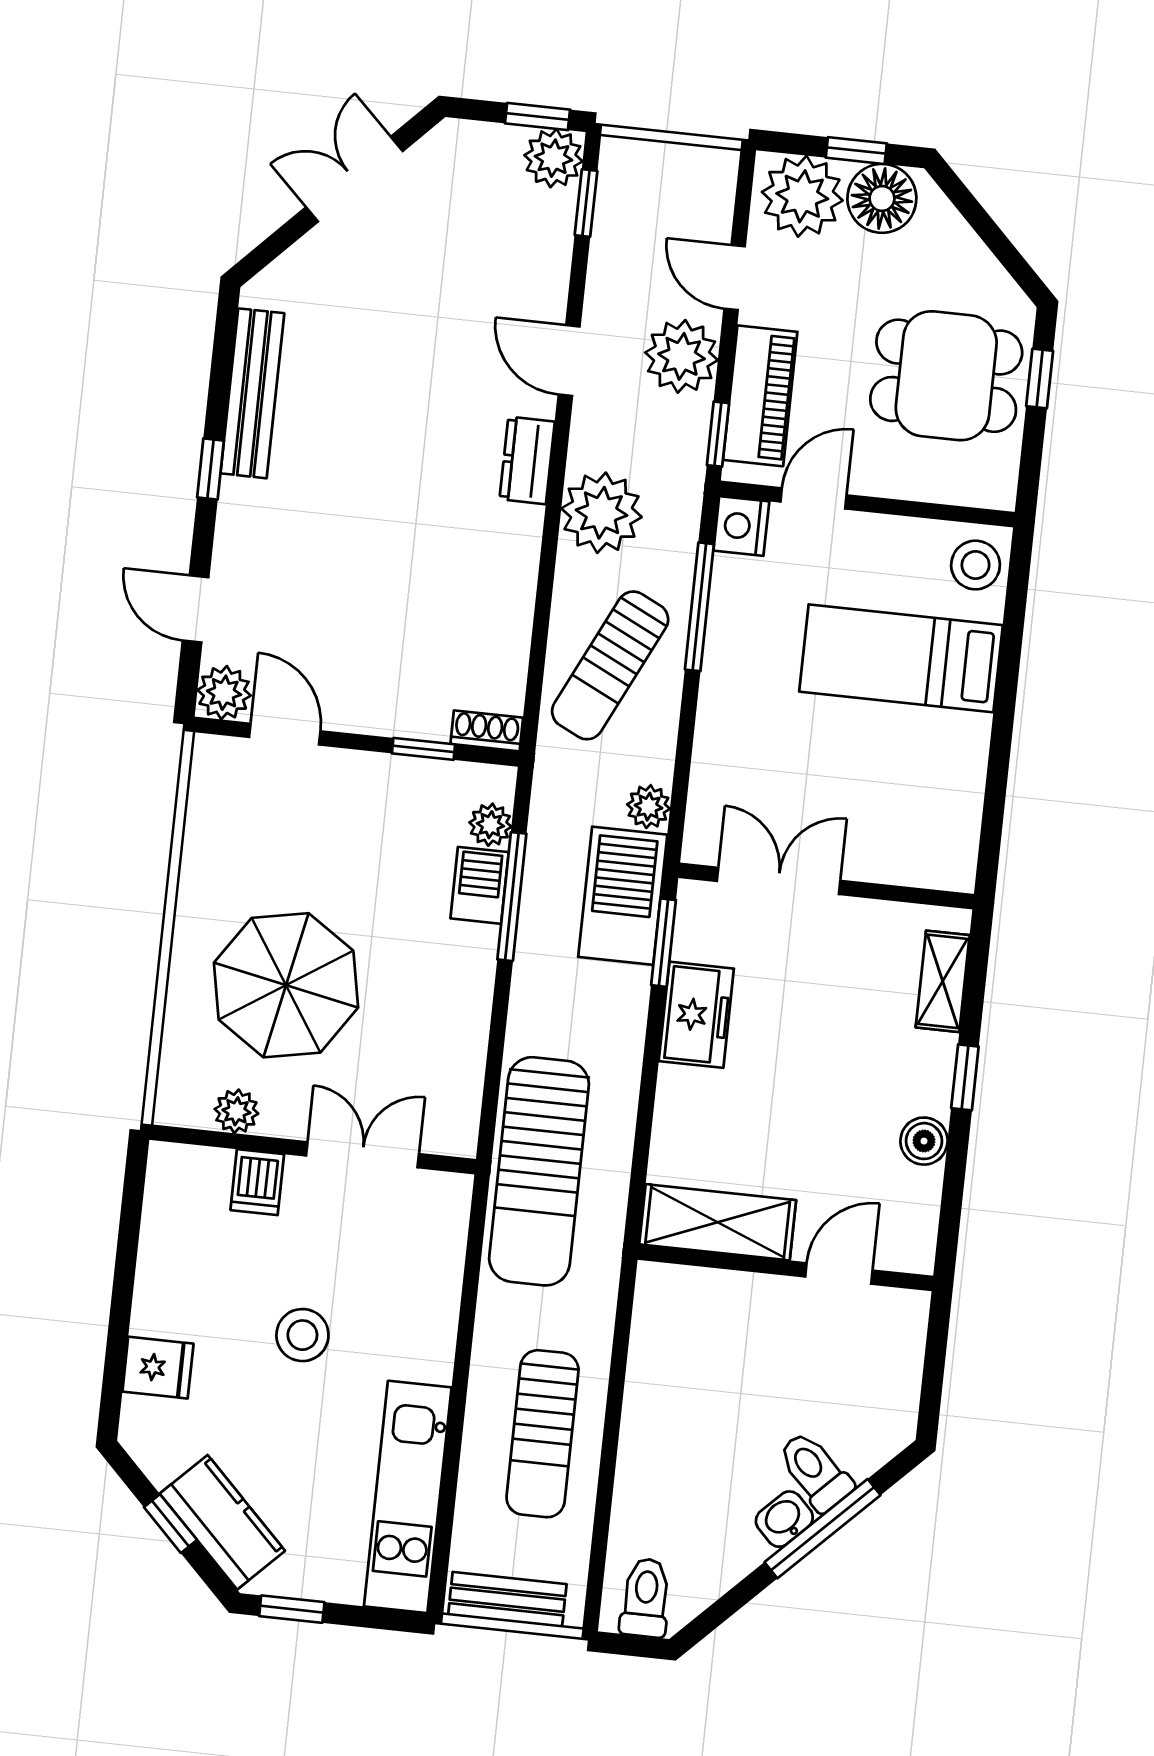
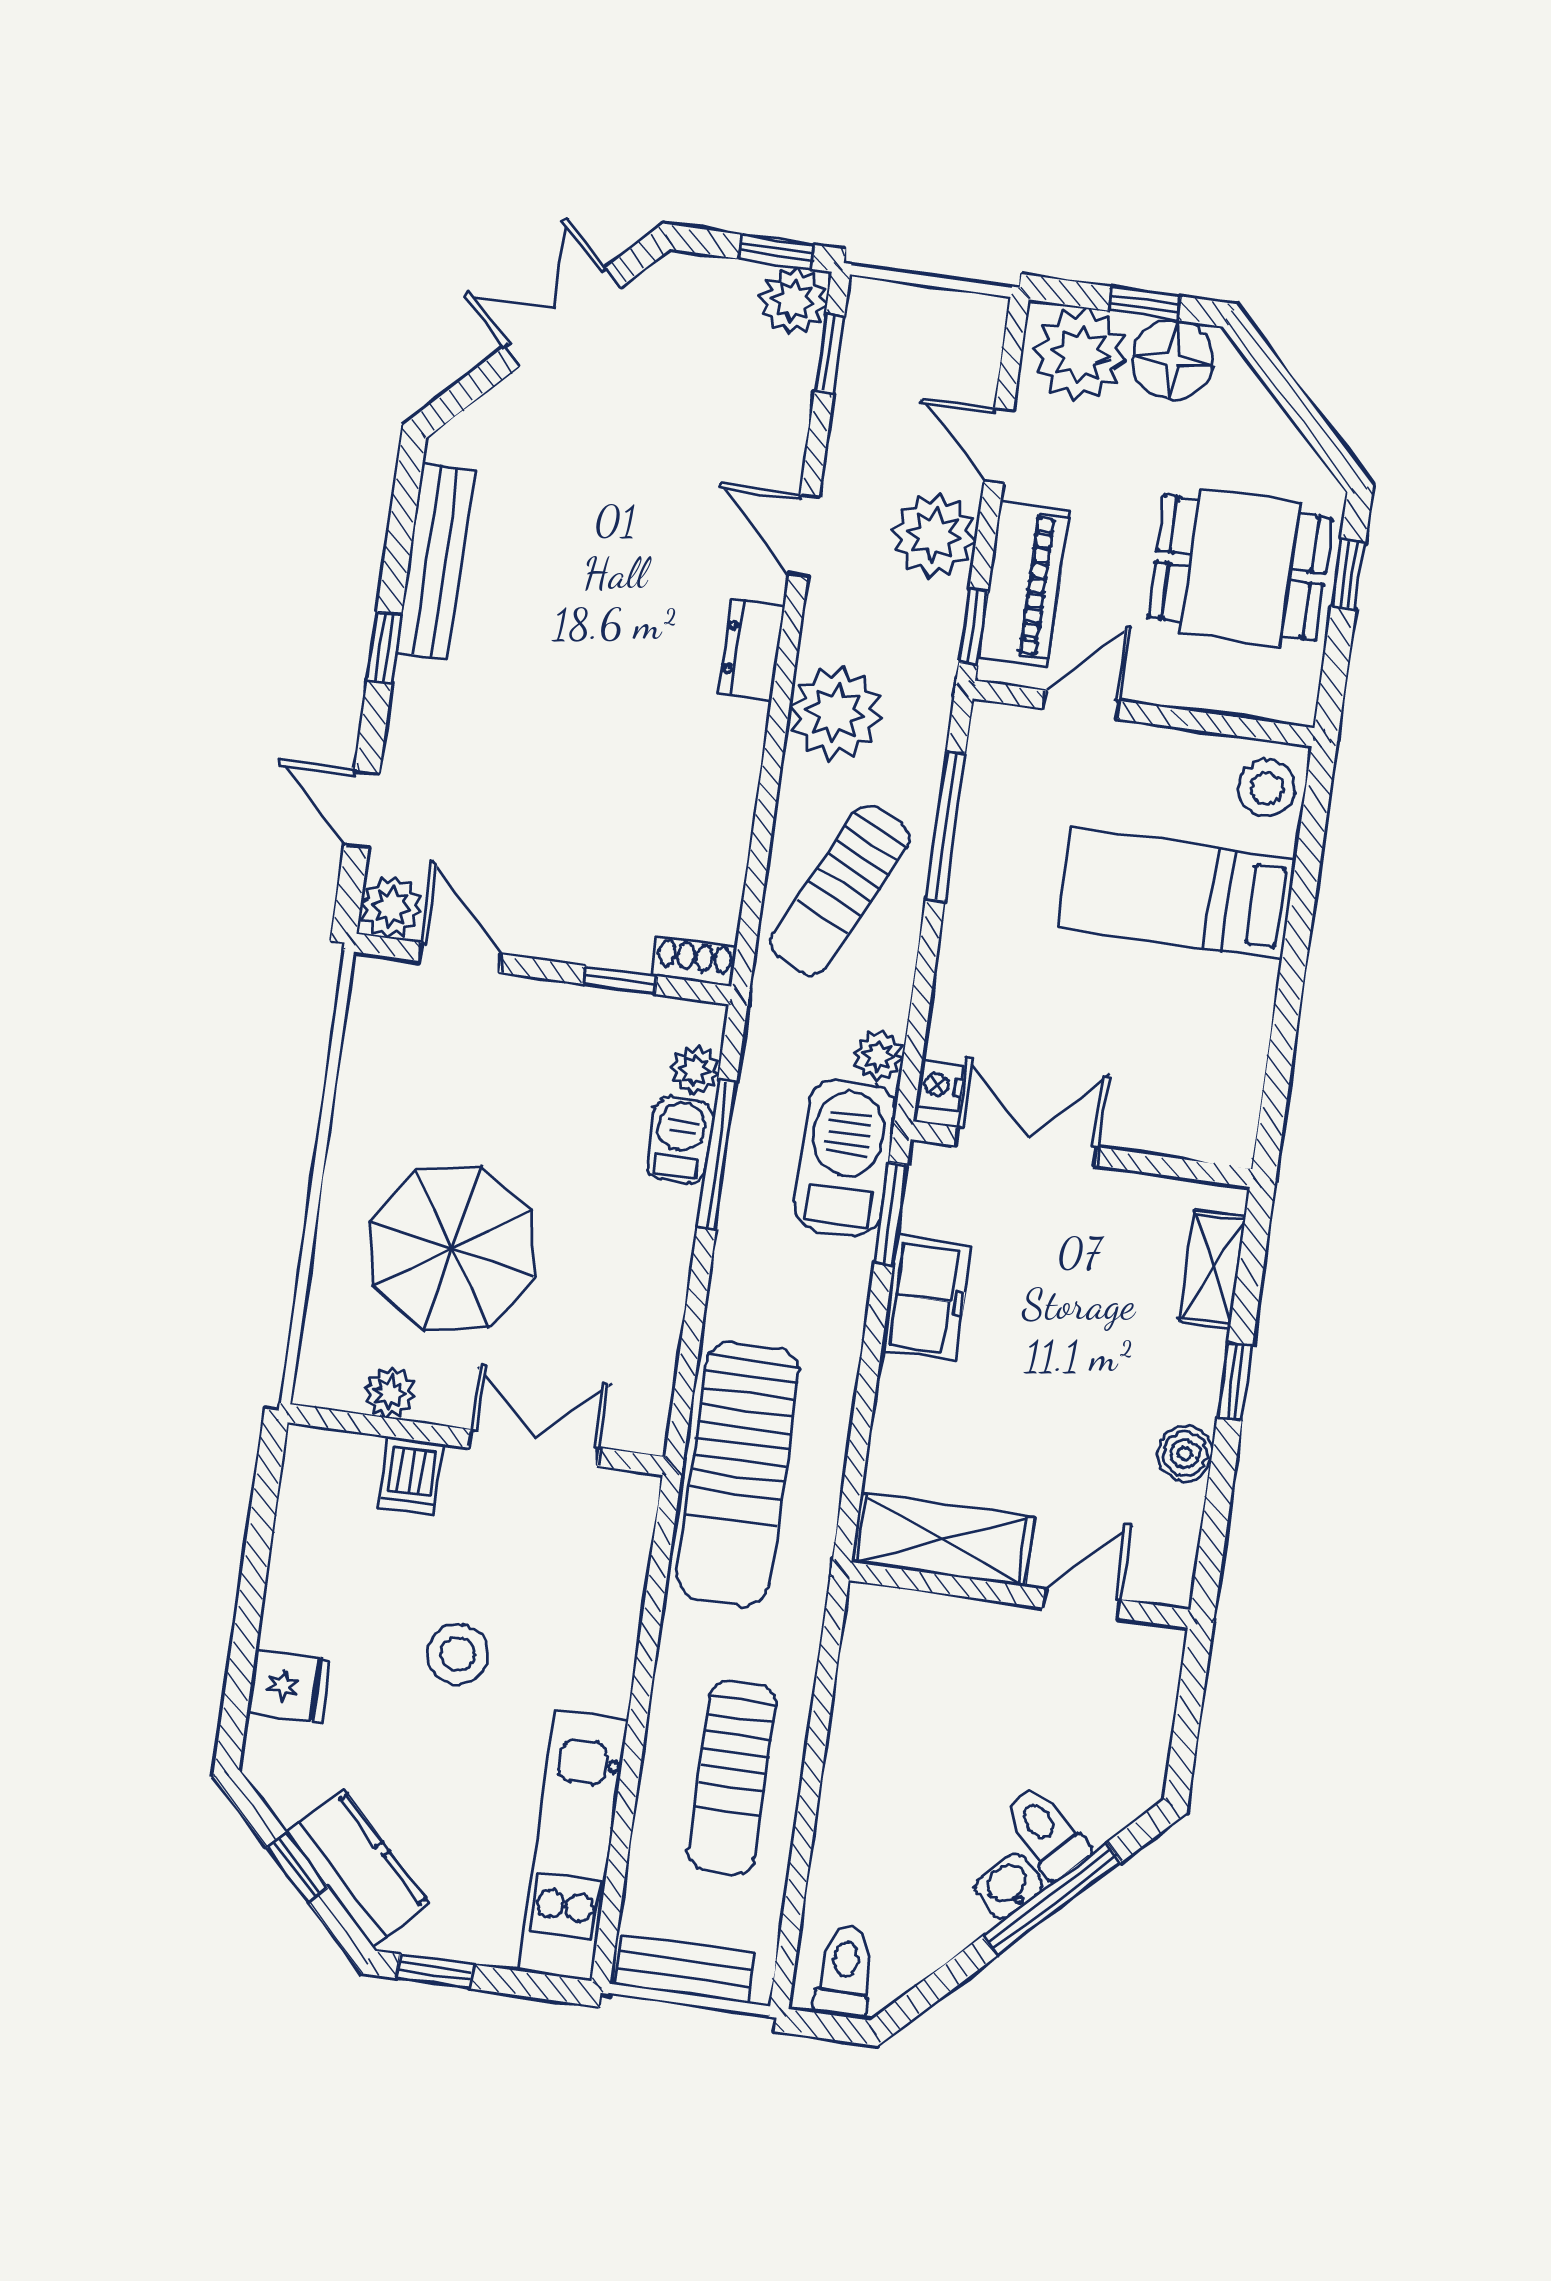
nightstand: (741, 526) -> (940, 1085), moved, width x0.72, depth x0.74

